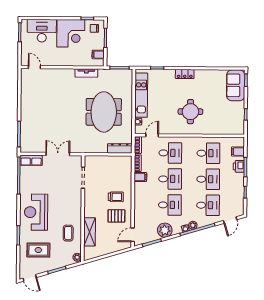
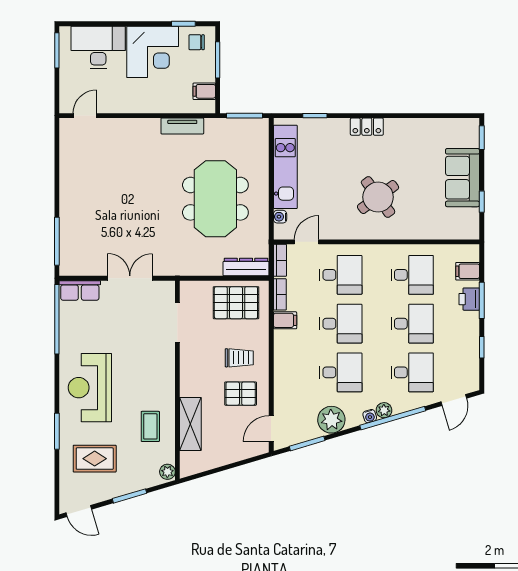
door: (34, 67) -> (85, 116), hinge flipped
sofa: (236, 85) -> (463, 178), moved
round table: (190, 112) -> (378, 197), turned -36
pallet: (114, 167) -> (236, 303), added

